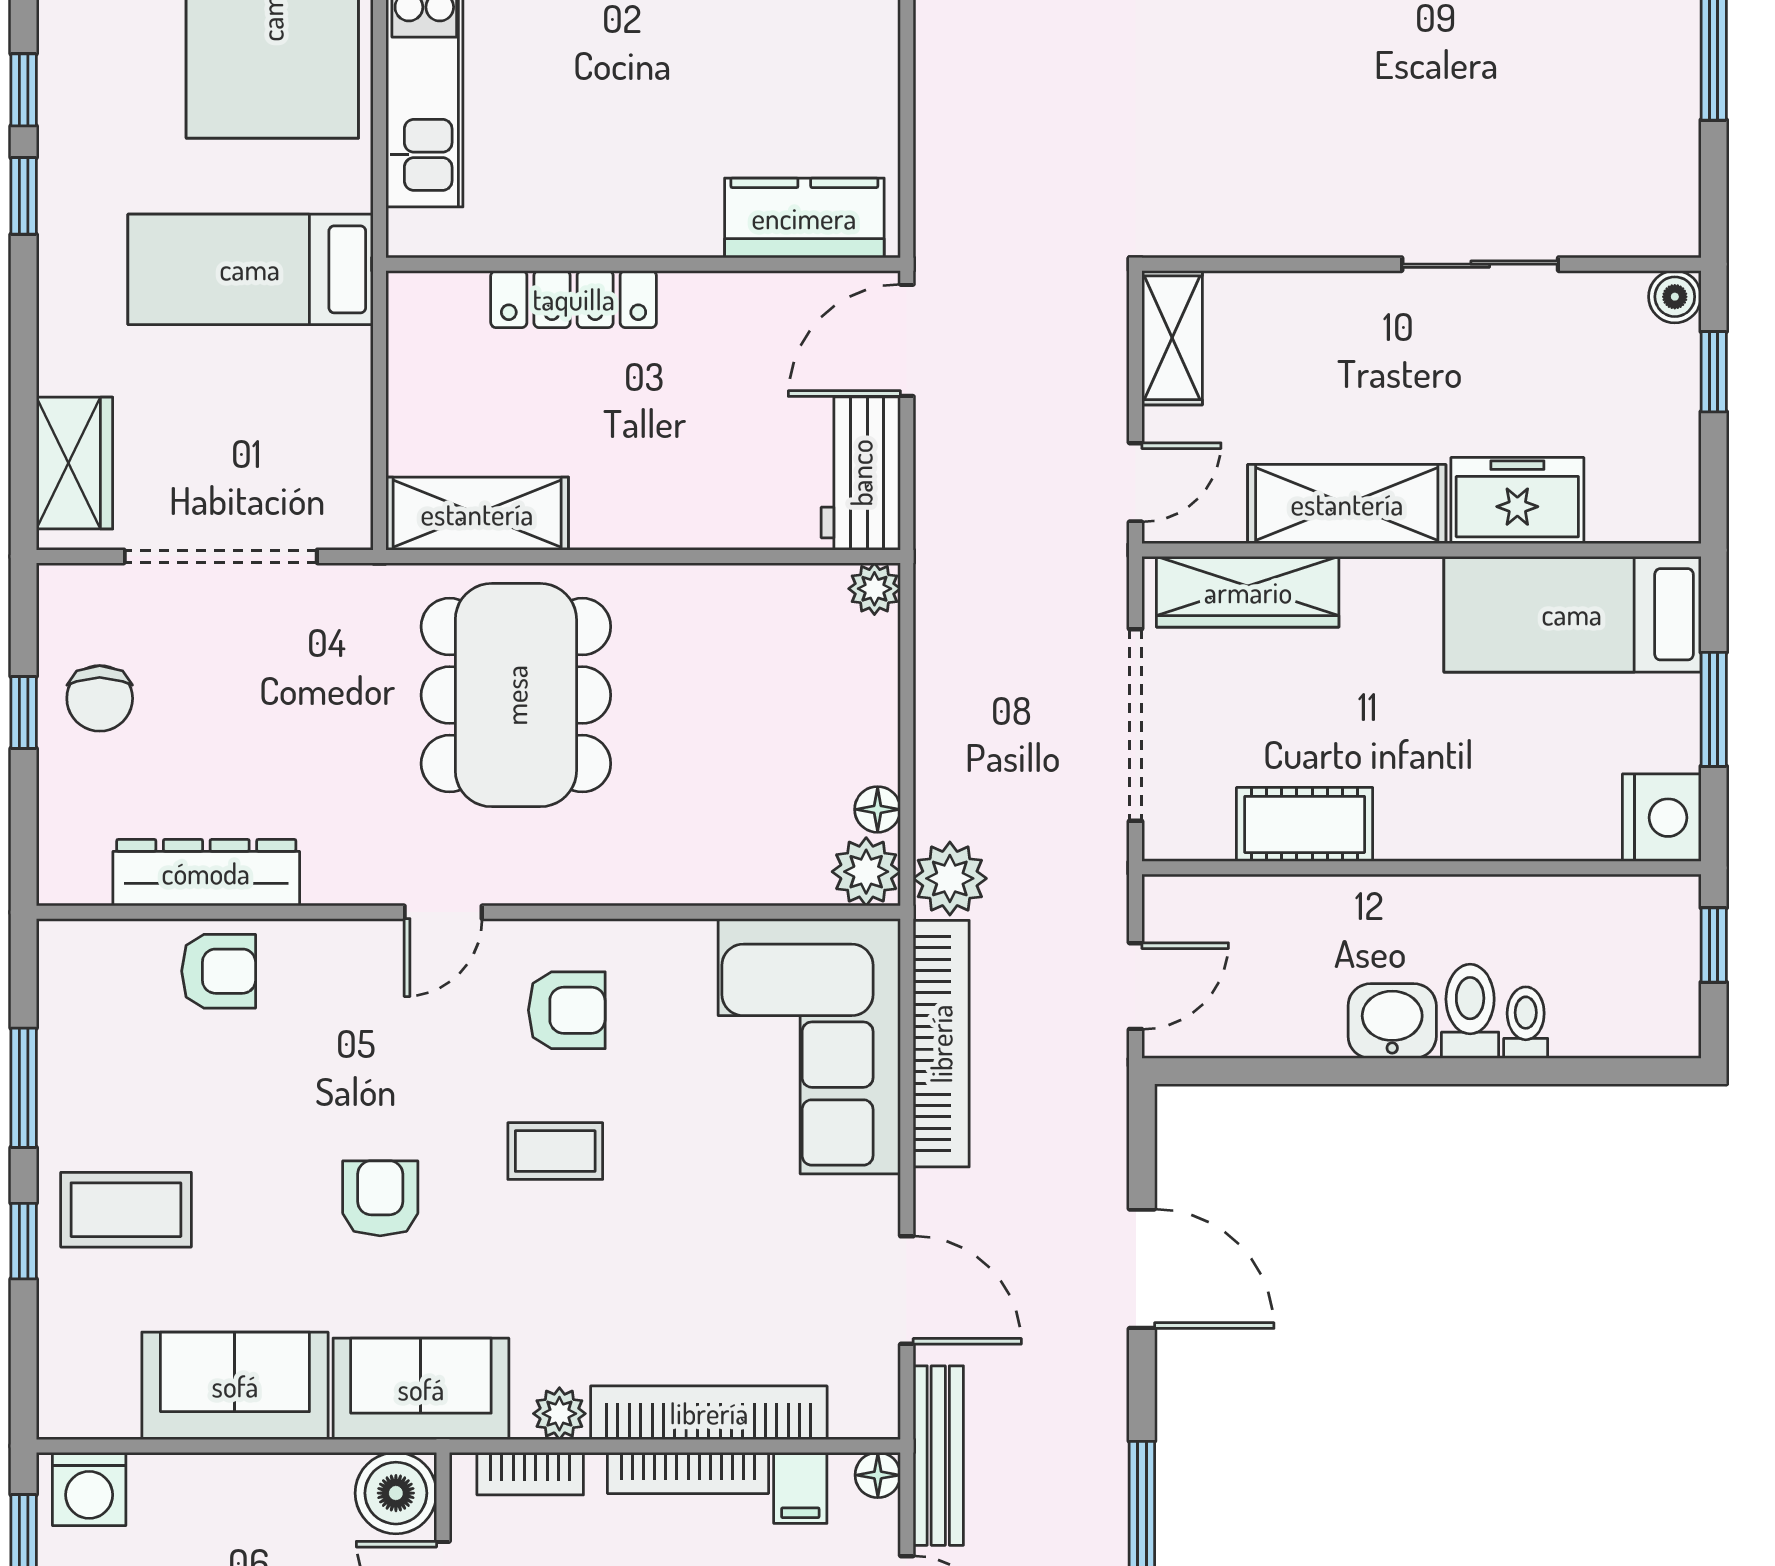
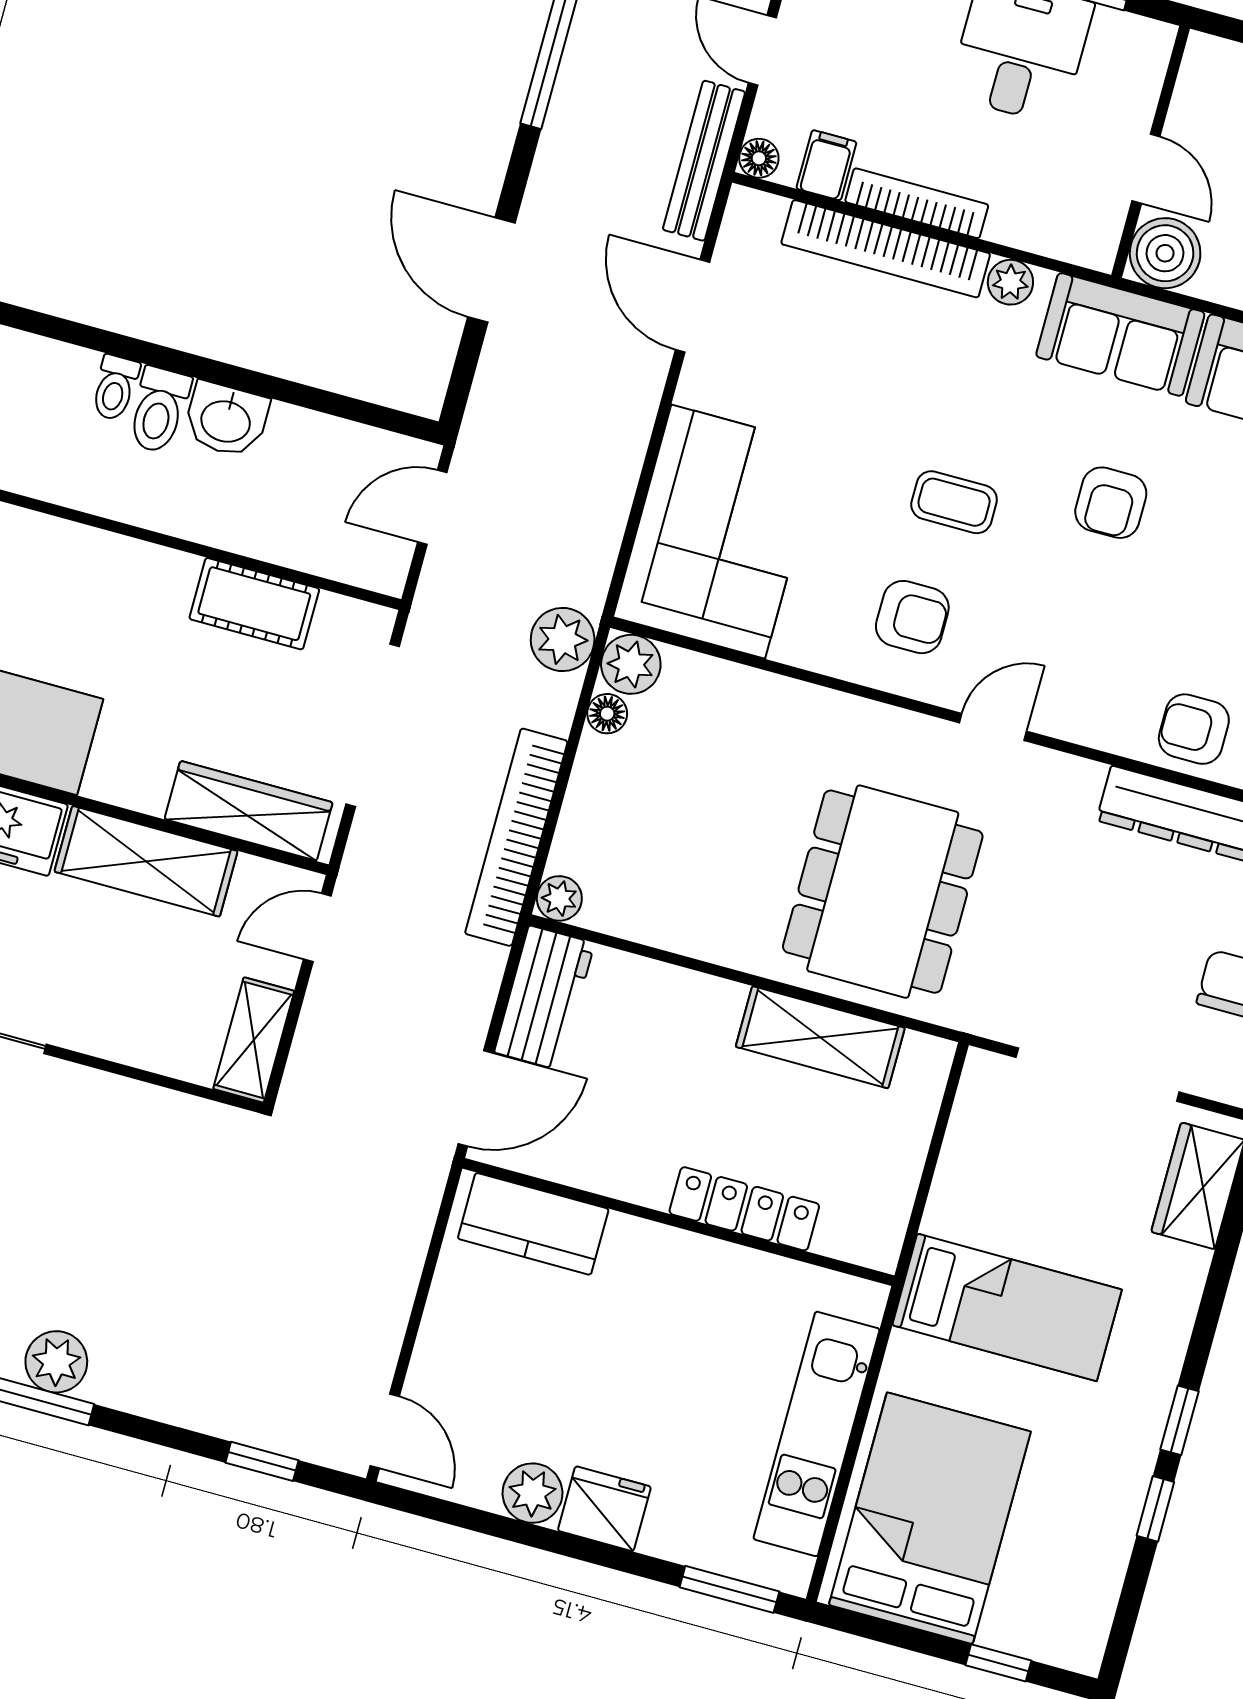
shelving: (477, 514) -> (820, 1037), moved
armchair: (567, 1010) -> (912, 617), turned 180
bookcase: (941, 1044) -> (516, 837), moved
bookcase: (530, 1474) -> (1049, 239), removed

